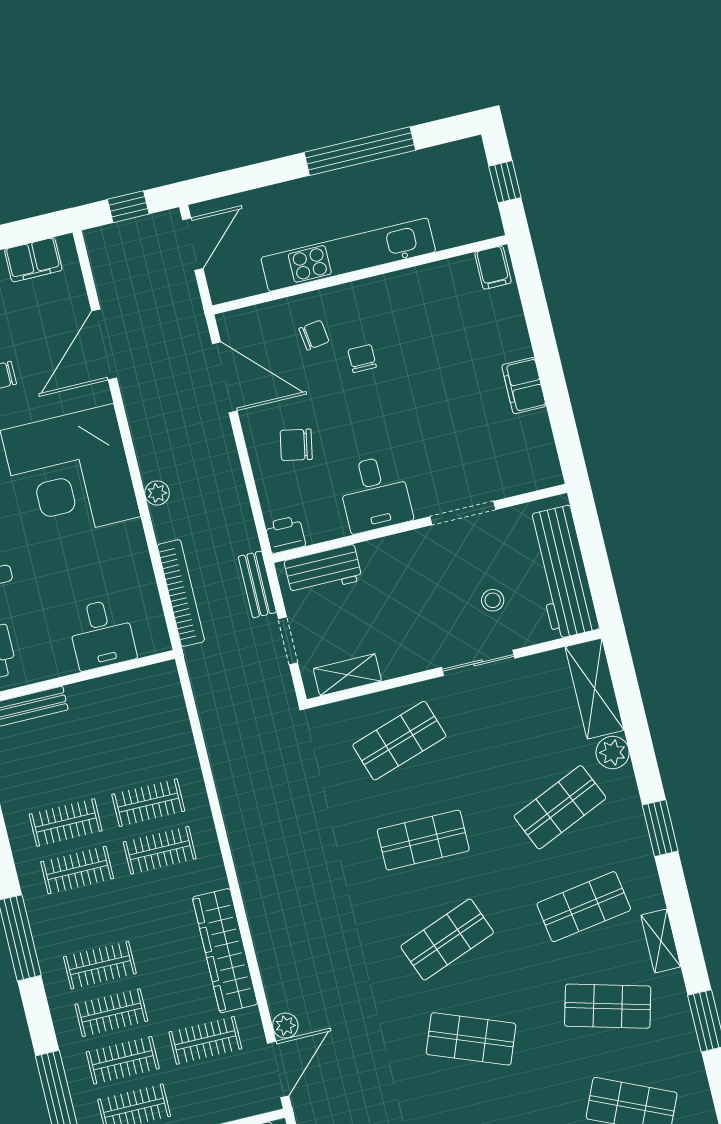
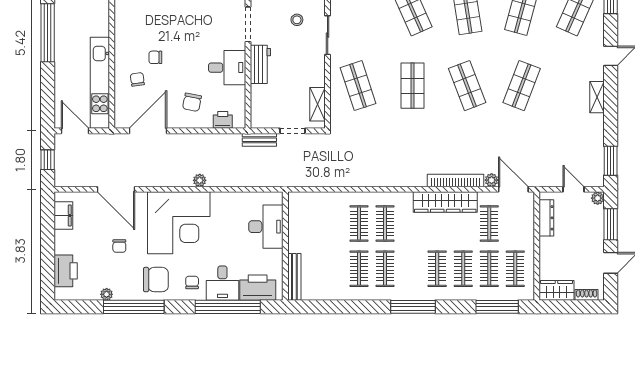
kitchen unit: (348, 255) -> (100, 83), moved
printer: (285, 535) -> (223, 120), moved, turned 90
workbench: (323, 570) -> (260, 64), moved
bookcase: (181, 593) -> (455, 180), moved
desk: (102, 634) -> (266, 227), width x1.37

